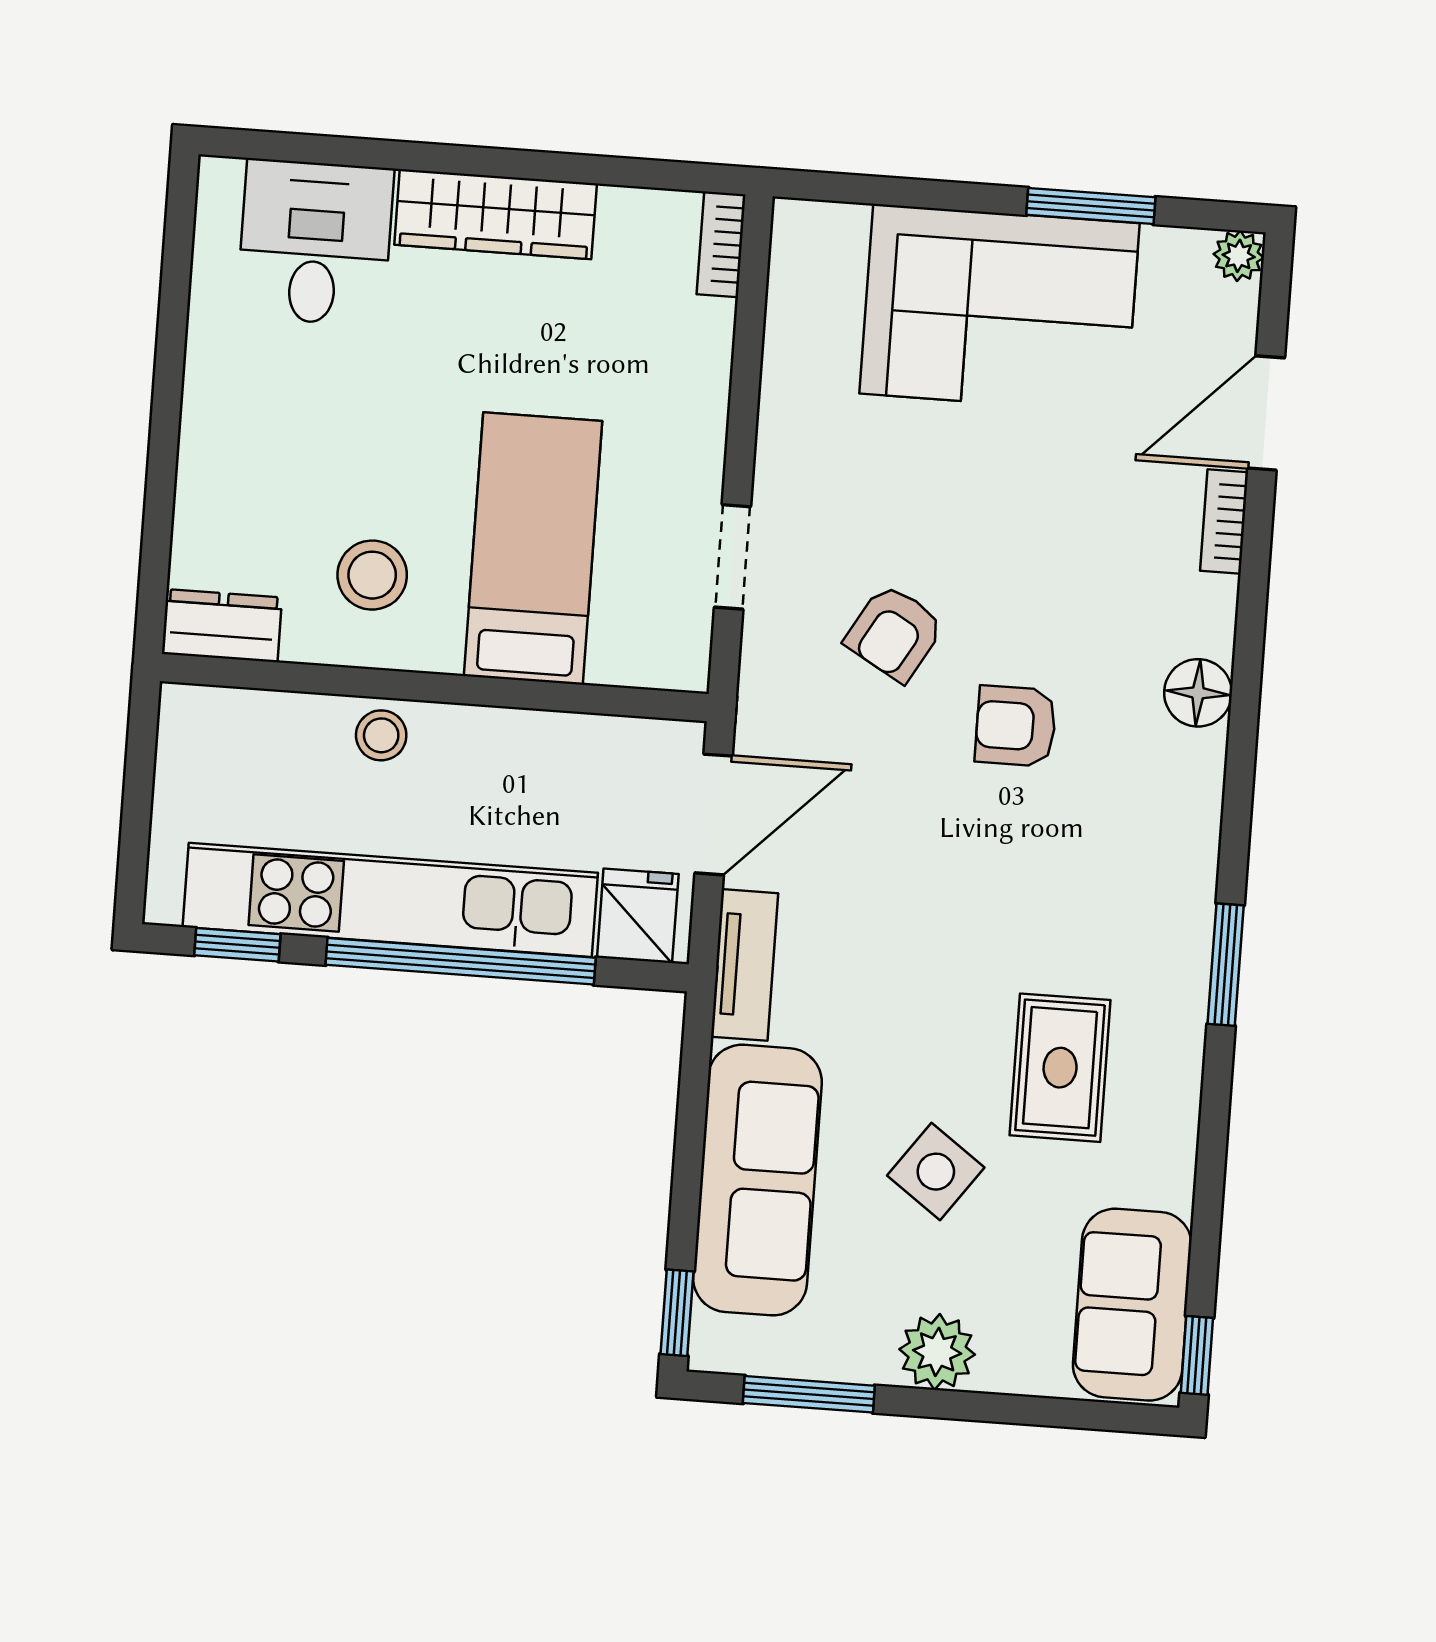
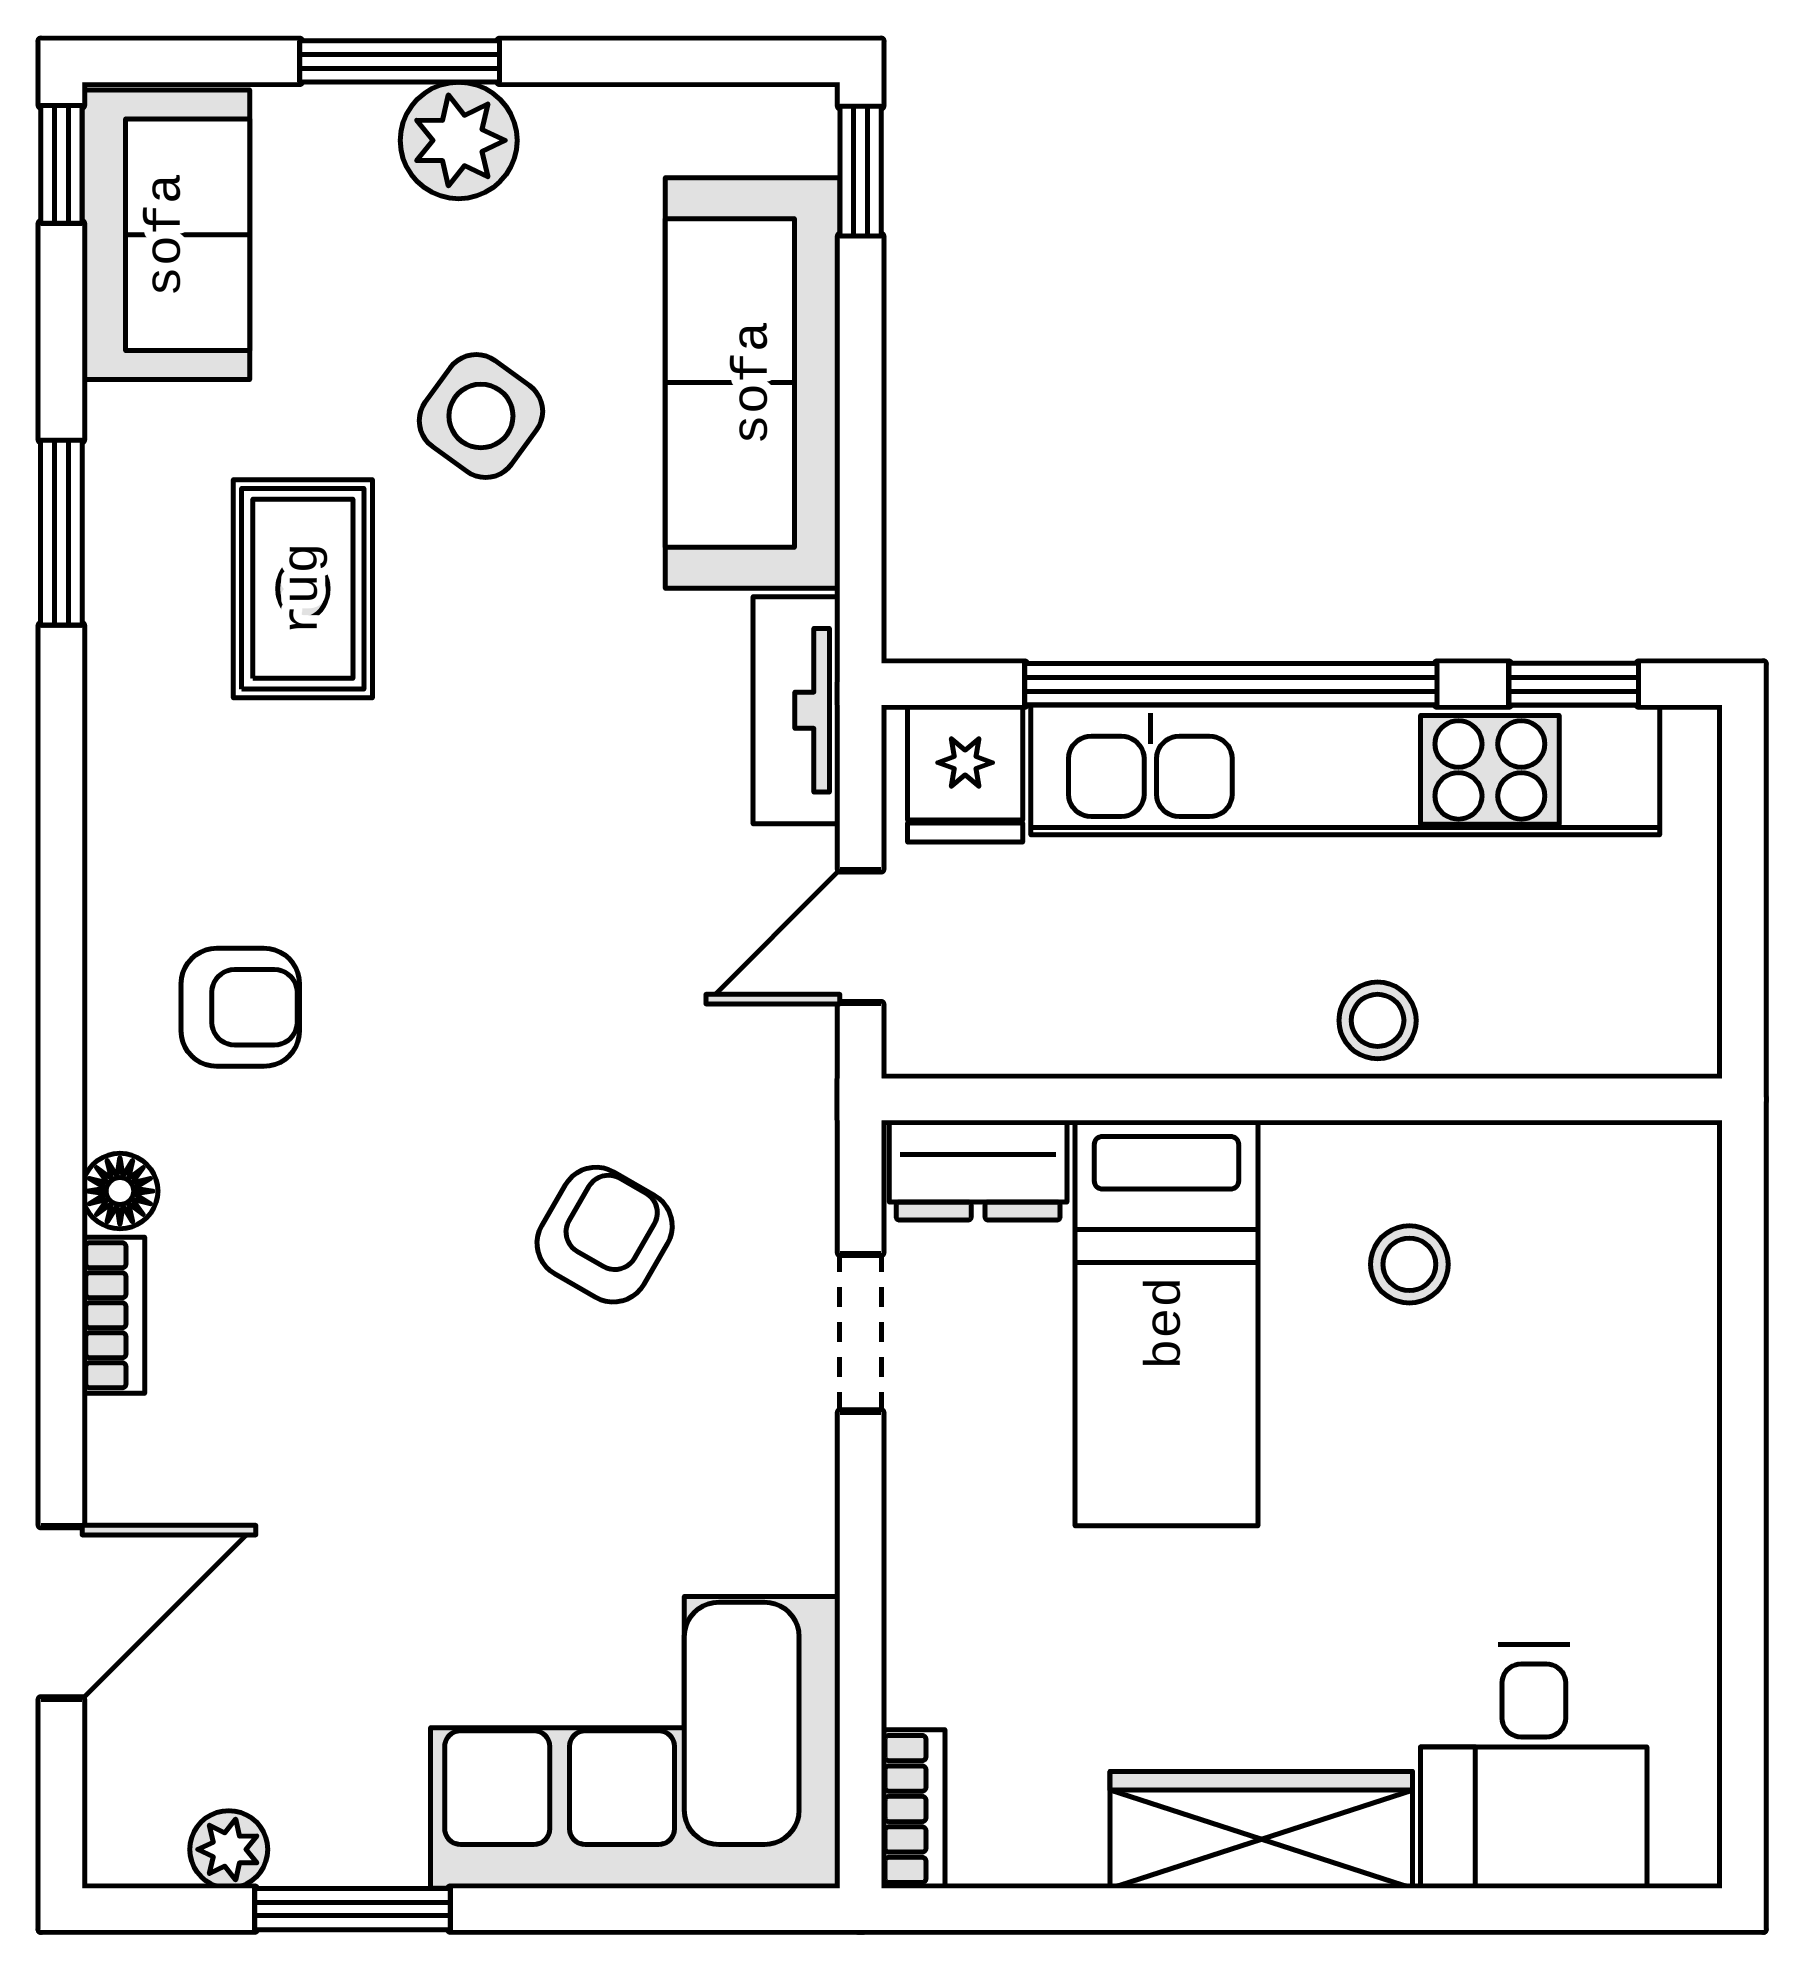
plant: (1239, 256) -> (229, 1849), moved
corner sofa: (1000, 308) -> (635, 1742), moved
bookcase: (1224, 521) -> (113, 1315), moved
stool: (372, 575) -> (1409, 1264), width x0.73, depth x0.73
dresser: (222, 626) -> (978, 1170), moved
floor lamp: (1198, 693) -> (120, 1191), width x0.73, depth x0.73
armchair: (1016, 726) -> (240, 1007), moved
door: (714, 814) -> (861, 937), width x0.73
window: (1226, 965) -> (61, 533), moved
window: (809, 1394) -> (400, 61), moved

